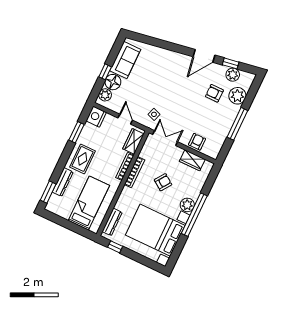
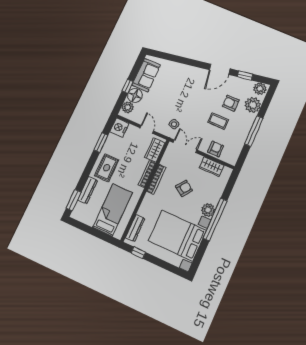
plant: (233, 75) -> (260, 89), moved
coffee table: (201, 112) -> (218, 121), added

